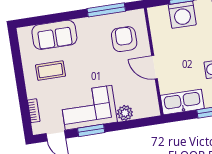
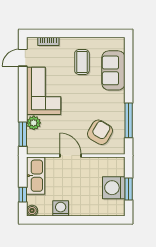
armchair: (124, 39) -> (100, 132), turned -59
door: (155, 67) -> (70, 156), hinge flipped
window: (91, 130) -> (23, 134), moved

